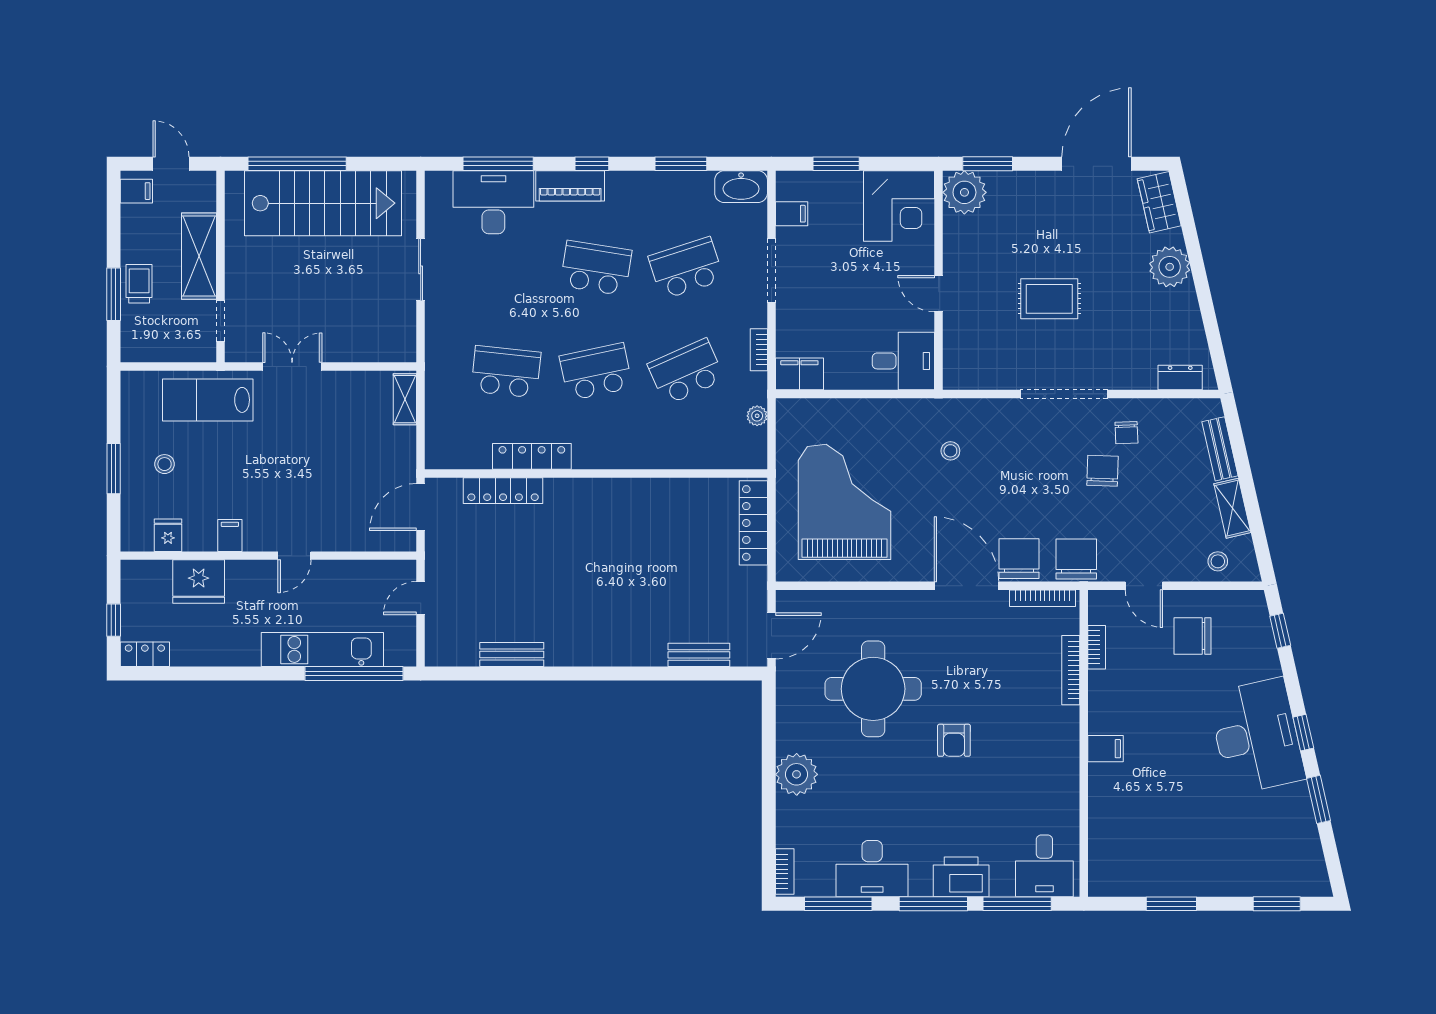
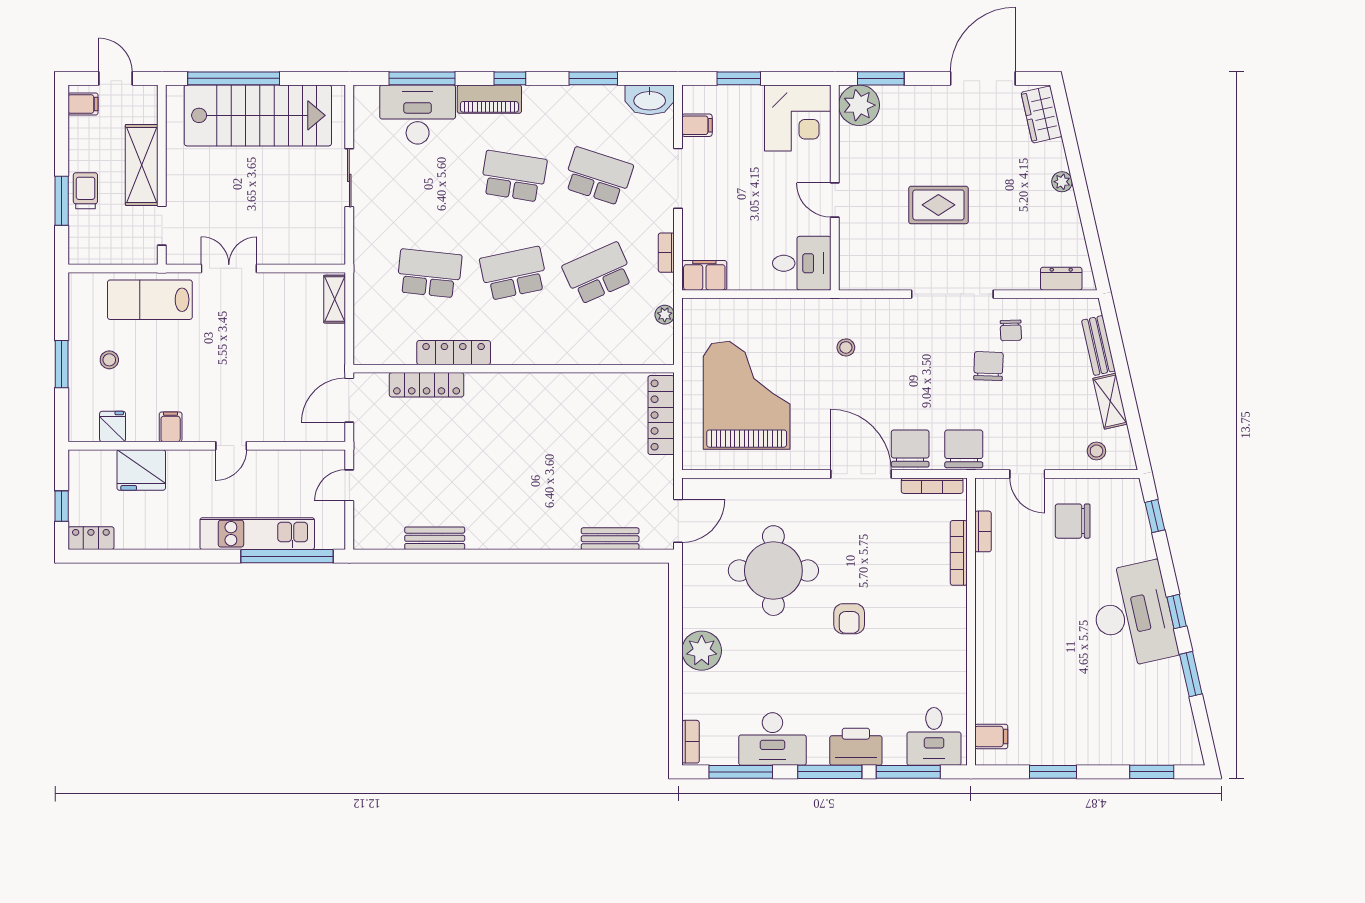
plant: (1170, 267) -> (1062, 182), width x0.53, depth x0.53
school desk: (686, 268) -> (598, 176), turned 36
filing cabinet: (1106, 749) -> (991, 737), moved

